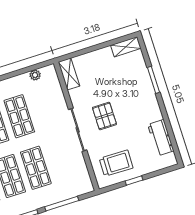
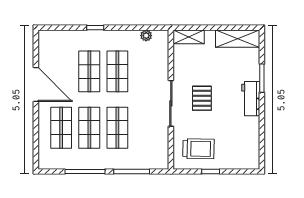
shelving: (126, 47) -> (238, 39), width x1.50, depth x1.33
shelving: (69, 74) -> (189, 37), moved, turned 90
workbench: (161, 138) -> (251, 99), moved

